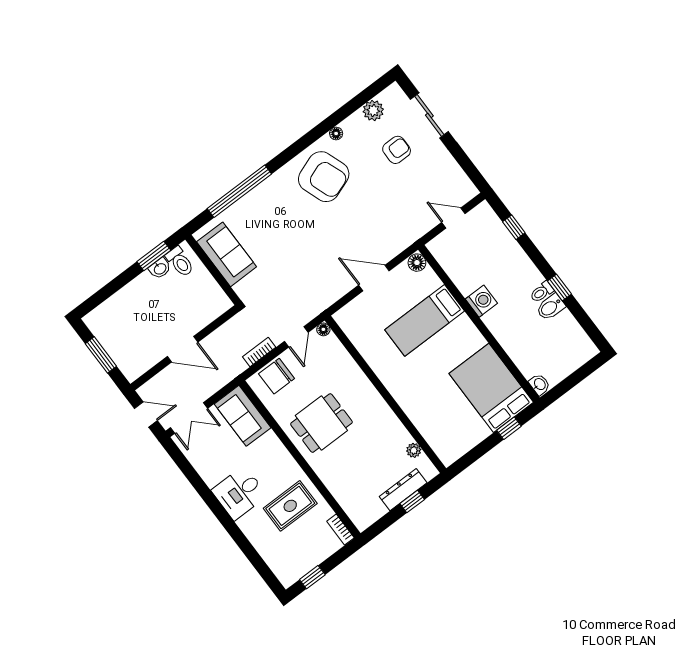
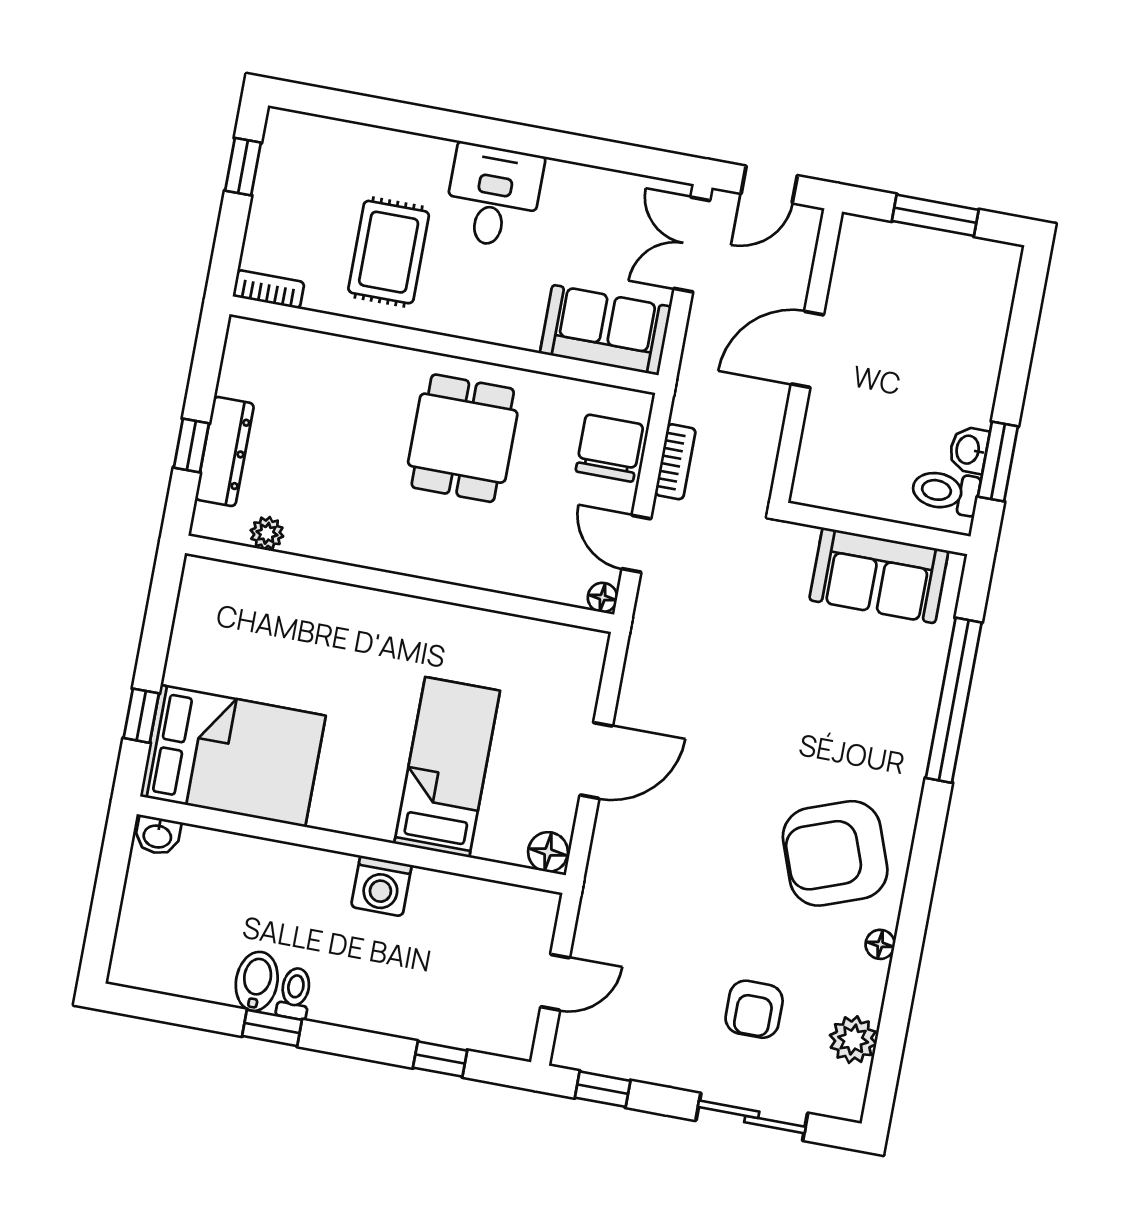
window: (470, 169) -> (603, 1089), added

